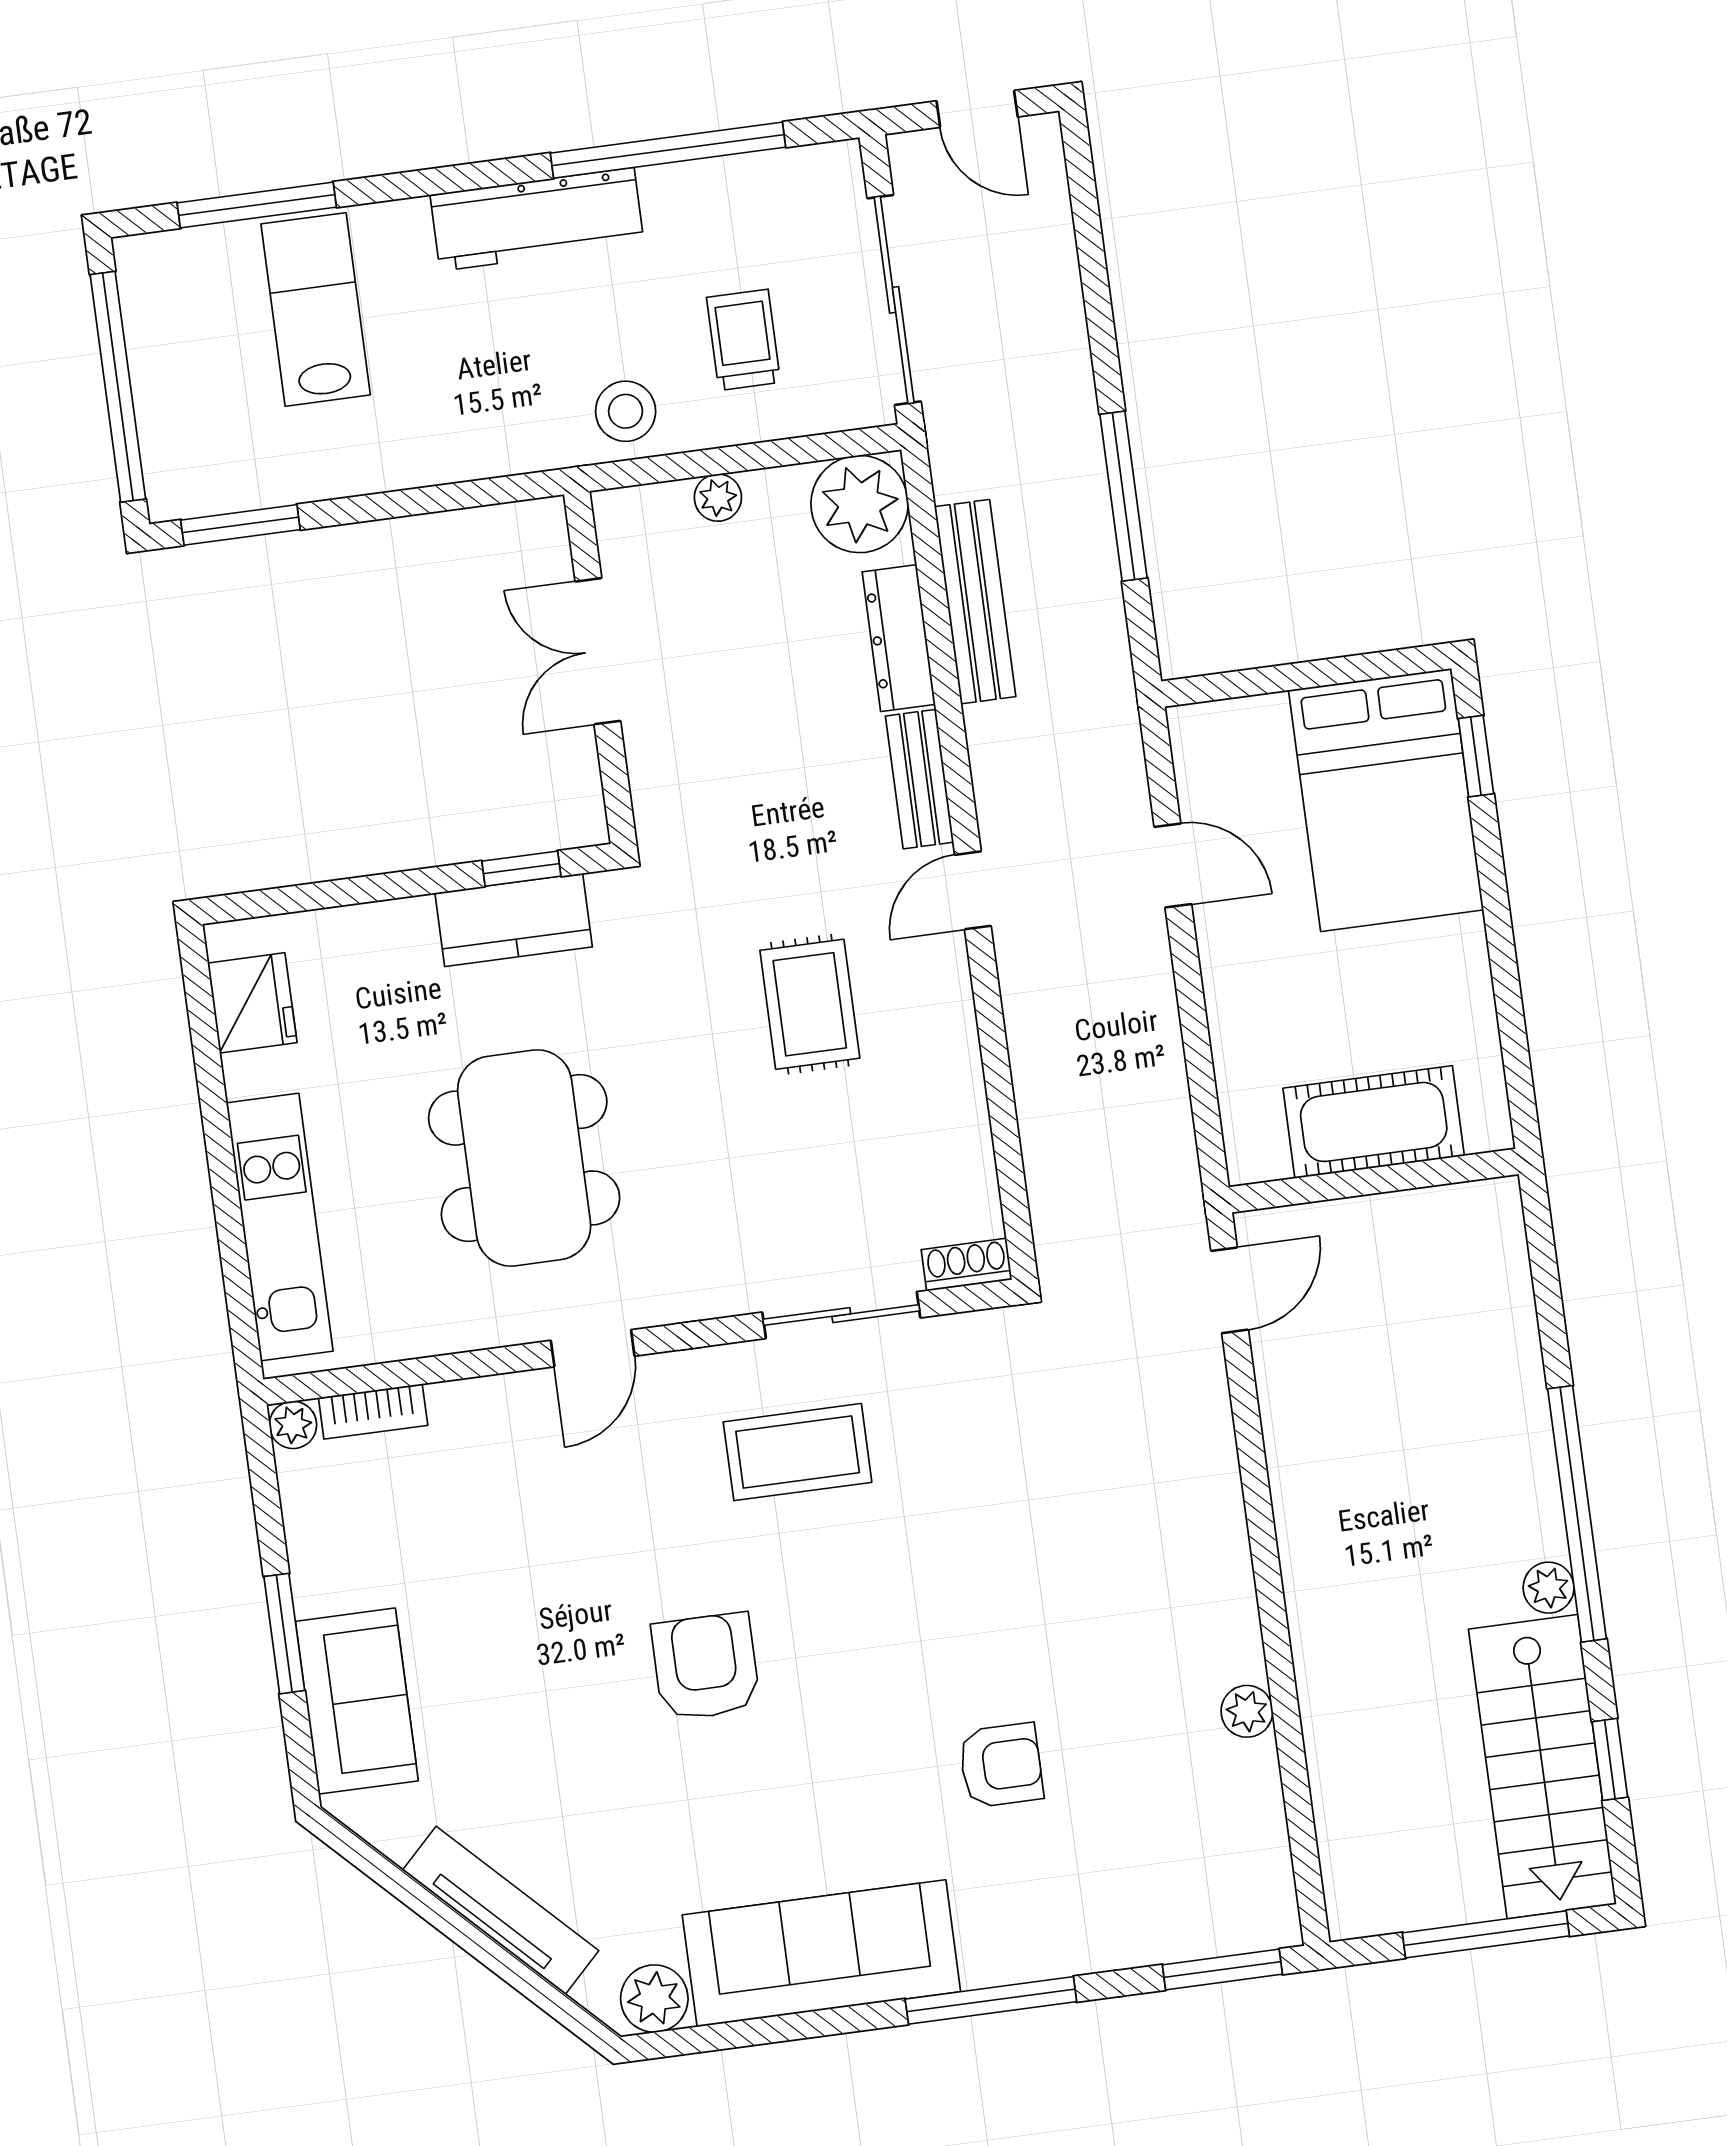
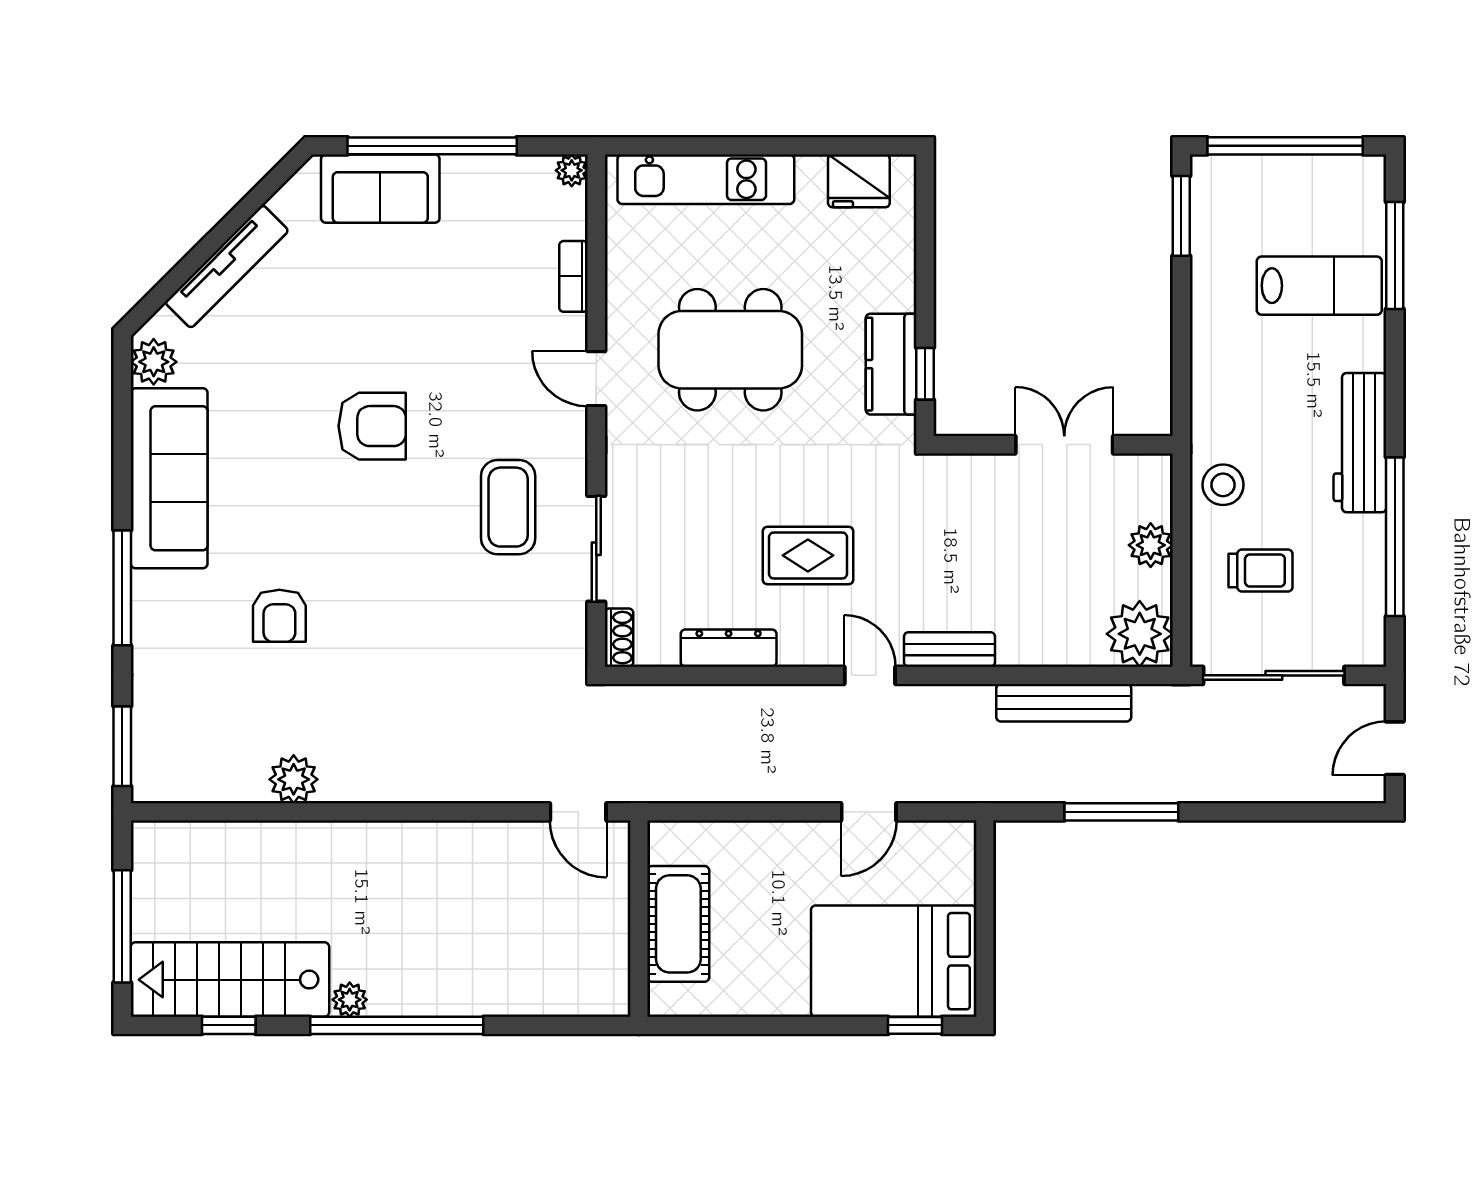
plant: (718, 498) -> (1151, 545), width x1.38, depth x1.38
dresser: (899, 638) -> (729, 648), moved
bookcase: (373, 1411) -> (573, 276), moved
window: (284, 1634) -> (432, 146), width x2.11
plant: (1247, 1711) -> (294, 779), width x1.38, depth x1.38

